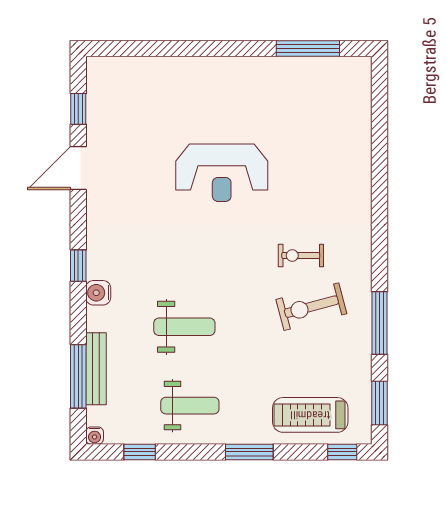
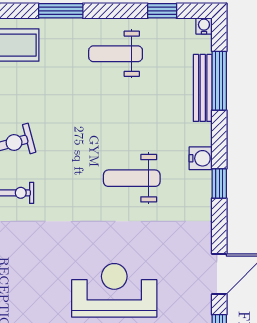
reception desk: (222, 173) -> (114, 290), moved
weight bench: (184, 327) -> (132, 178), moved

